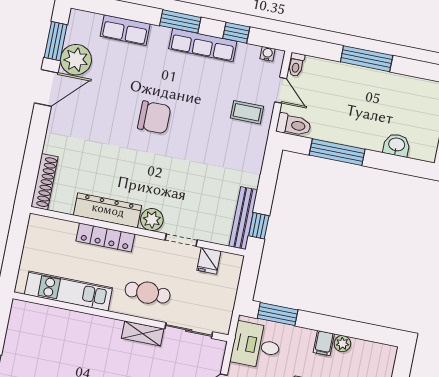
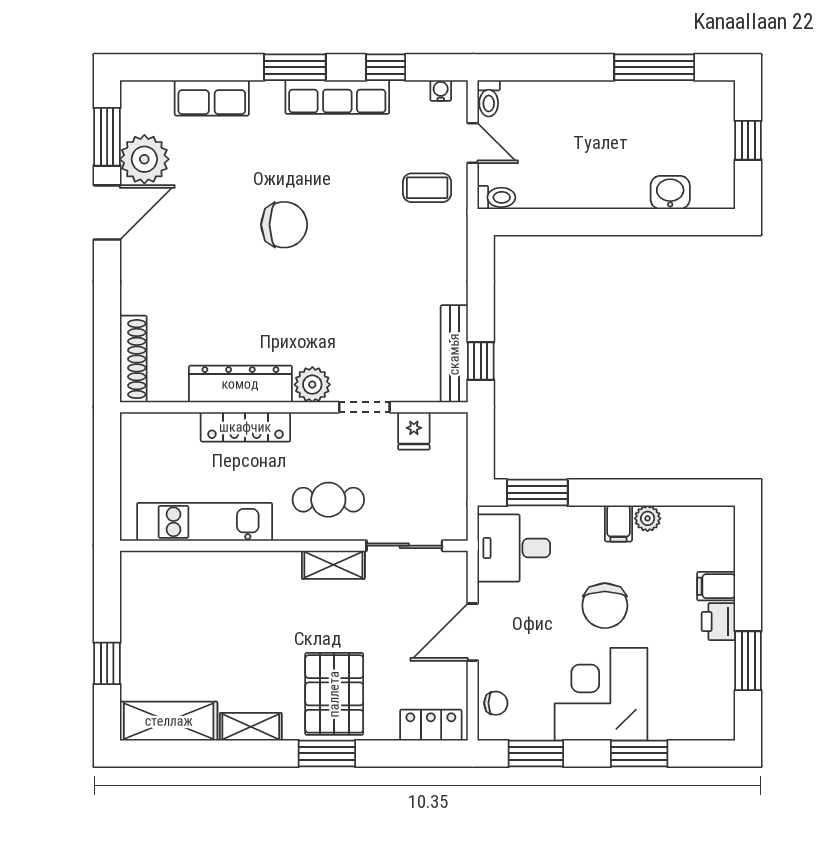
window: (367, 59) -> (654, 67), moved
toilet: (294, 125) -> (496, 197), width x0.73, depth x0.72
window: (337, 152) -> (580, 222), removed

